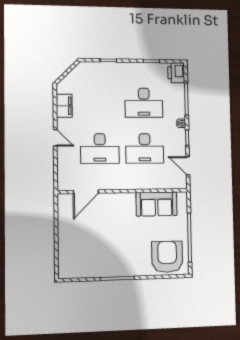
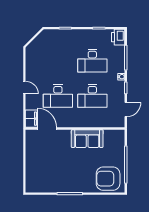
filing cabinet: (64, 106) -> (31, 119), moved
door: (188, 166) -> (126, 110), swing flipped
door: (86, 192) -> (47, 128), swing flipped
sofa: (157, 204) -> (87, 139), moved
armchair: (167, 257) -> (108, 179), turned -90

